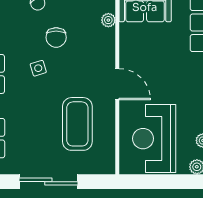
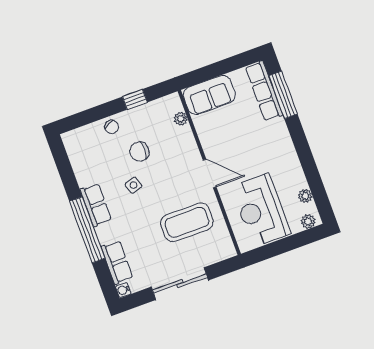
chair: (56, 37) -> (139, 152), turned 90
coffee table: (77, 124) -> (187, 222), turned 90

